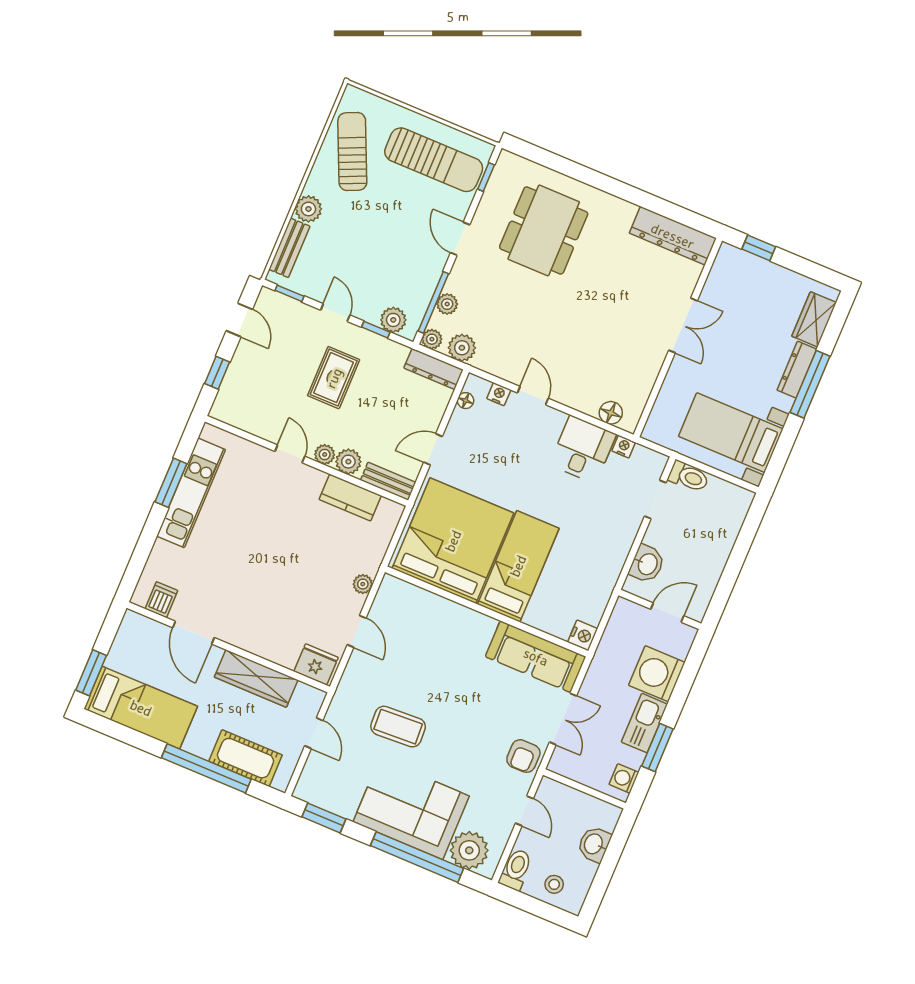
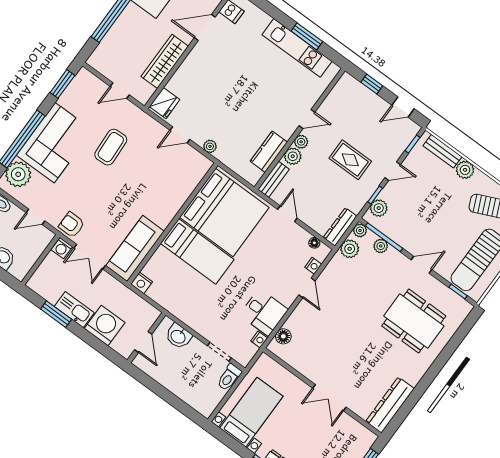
door: (533, 396) -> (307, 288), hinge flipped
cot: (246, 758) -> (114, 42), removed
washing machine: (624, 778) -> (62, 248), moved, turned 180

